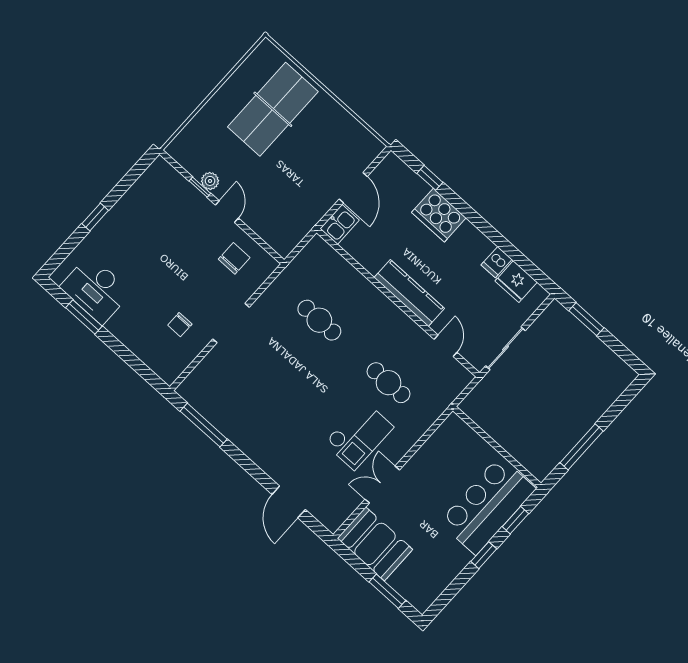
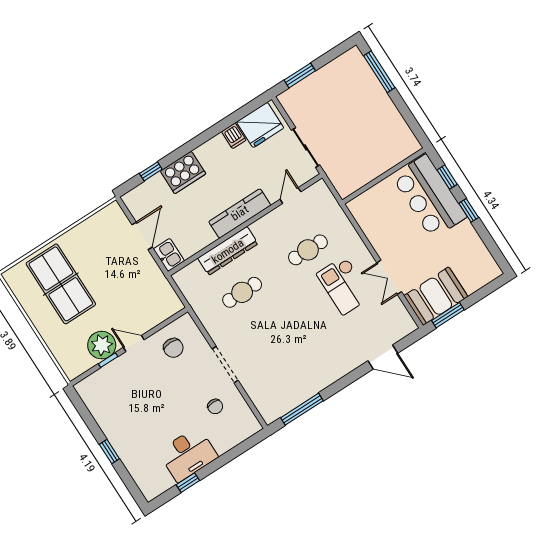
plant: (210, 181) -> (102, 345), width x1.87, depth x1.87
door: (353, 188) -> (142, 236), hinge flipped
chair: (234, 258) -> (173, 348), turned 180
fridge: (516, 282) -> (260, 125), width x1.36, depth x1.34
desk: (96, 290) -> (188, 454), moved
dresser: (362, 291) -> (228, 251), added
window: (84, 317) -> (188, 483), width x0.67
door: (446, 346) -> (290, 196), hinge flipped
checkout: (359, 435) -> (344, 285), turned 180
window: (582, 447) -> (379, 72), moved
window: (387, 591) -> (448, 315), moved

